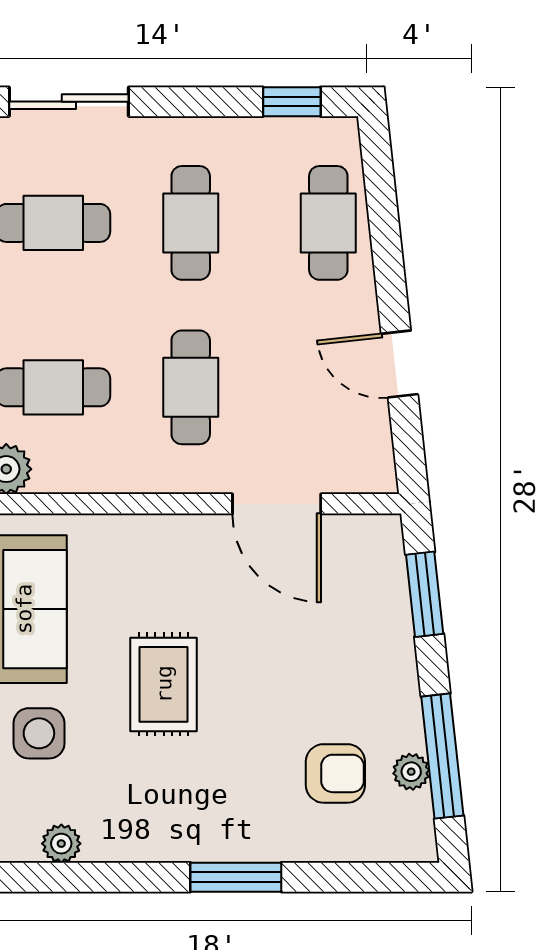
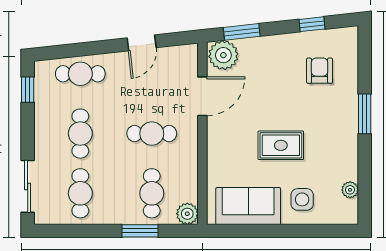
cafe table: (191, 223) -> (80, 134), turned 90
window: (442, 756) -> (312, 24), width x0.46
plant: (411, 772) -> (223, 55), moved, width x1.88, depth x1.88

